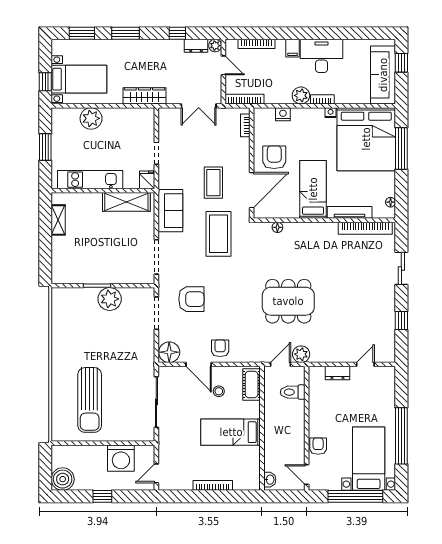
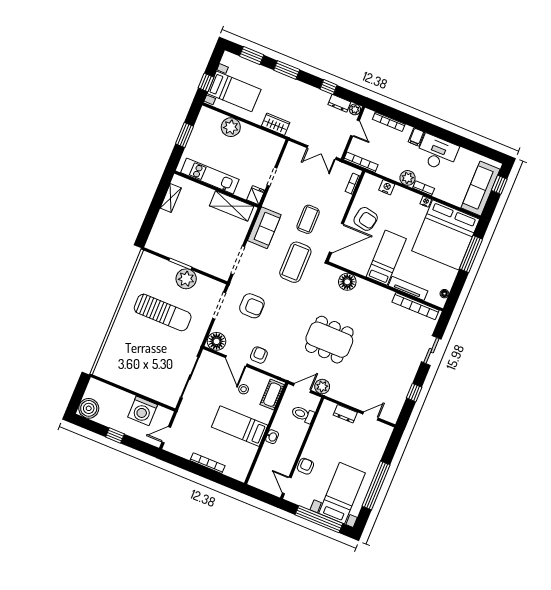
wardrobe: (144, 96) -> (276, 124), width x0.67
armchair: (274, 157) -> (366, 219), turned 101
floor lamp: (277, 227) -> (347, 282), width x1.89, depth x1.89
sun lounger: (90, 400) -> (163, 313), moved, turned -90
washbasin: (270, 480) -> (272, 437), moved

